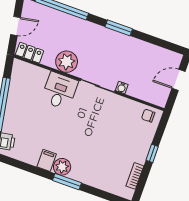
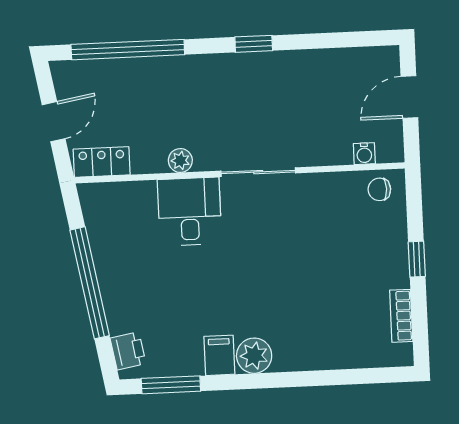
window: (119, 28) -> (254, 44), width x0.67
plant: (67, 62) -> (180, 161), width x0.53, depth x0.53
water cooler: (122, 88) -> (364, 154), moved
window: (67, 182) -> (171, 385), moved

